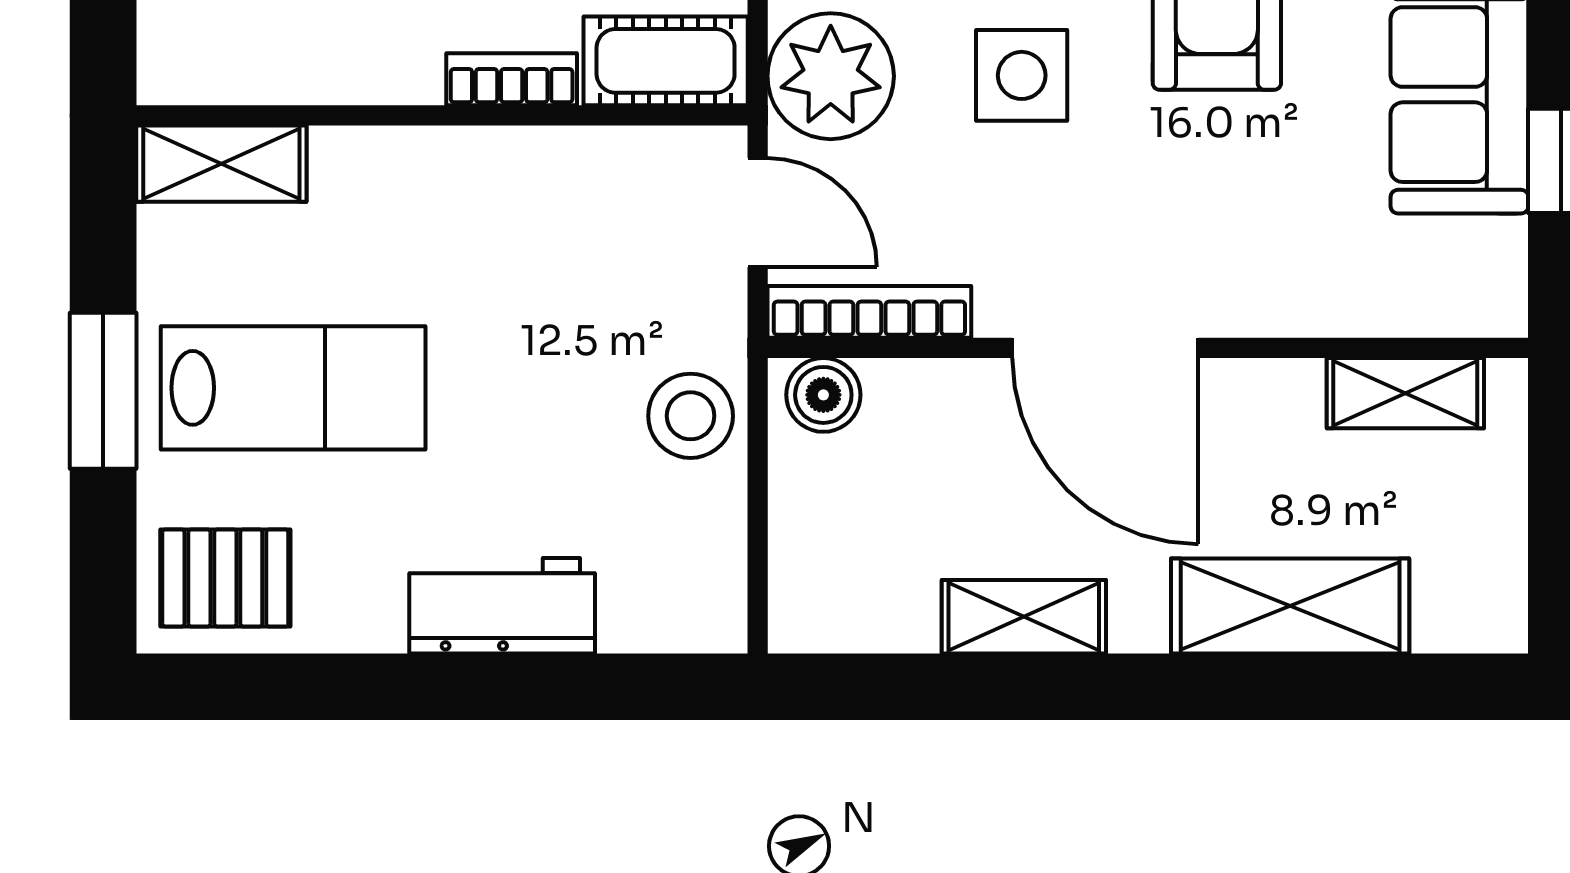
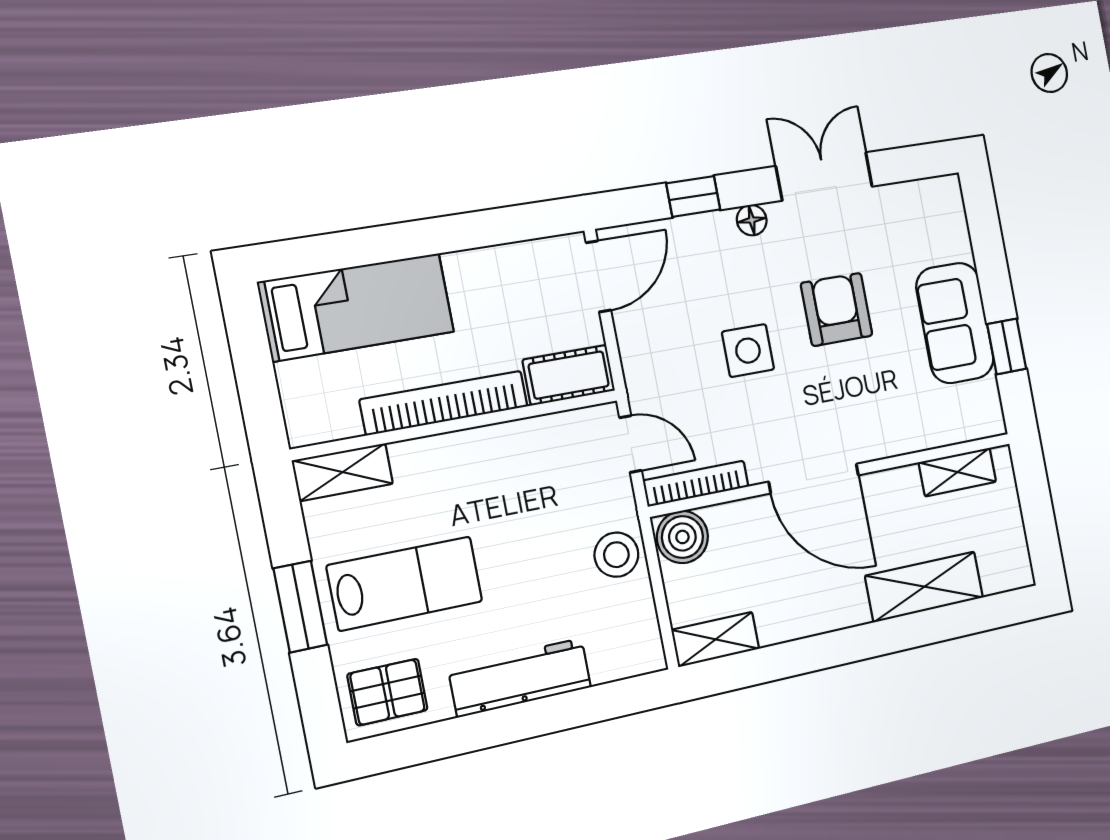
plant: (831, 76) -> (654, 368), removed
bookcase: (512, 79) -> (444, 403), width x2.31, depth x1.31
boiler: (823, 395) -> (682, 537), width x1.36, depth x1.36
workbench: (502, 606) -> (520, 678), width x1.38
shelving: (1024, 617) -> (715, 639), moved

